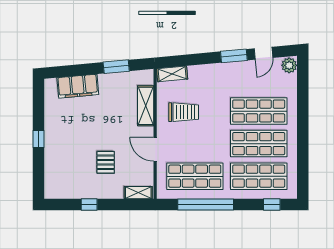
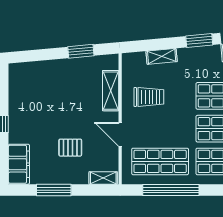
shelving: (172, 74) -> (162, 56), moved
filing cabinet: (78, 86) -> (19, 164), moved, turned -85
pallet: (106, 162) -> (70, 148), turned 90
window: (89, 205) -> (54, 190), width x2.17

